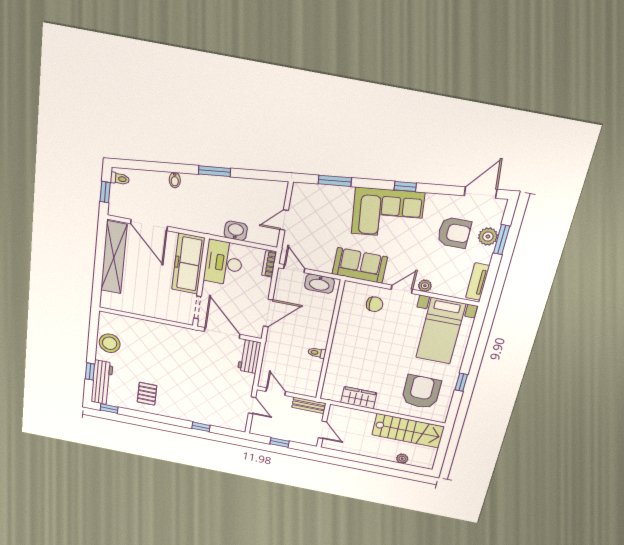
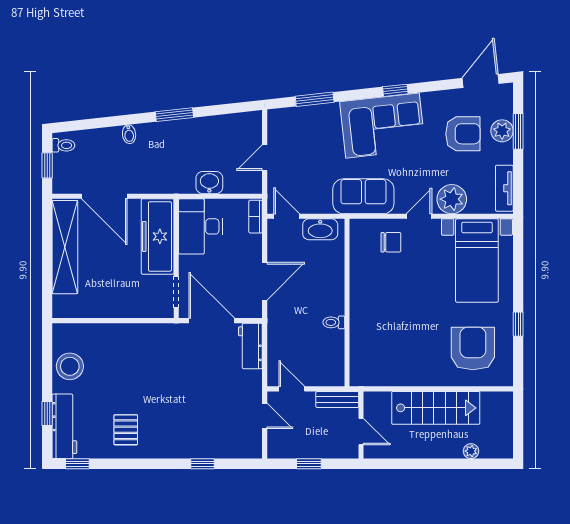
plant: (425, 286) -> (452, 199), width x1.88, depth x1.88
wardrobe: (359, 398) -> (398, 374), removed
stairs: (408, 431) -> (436, 408), moved

